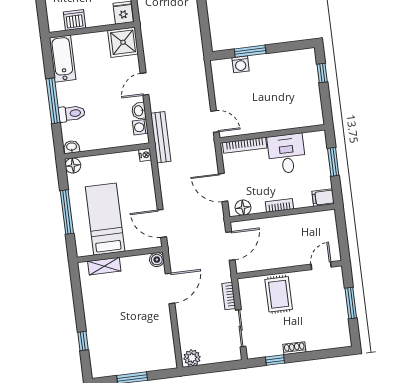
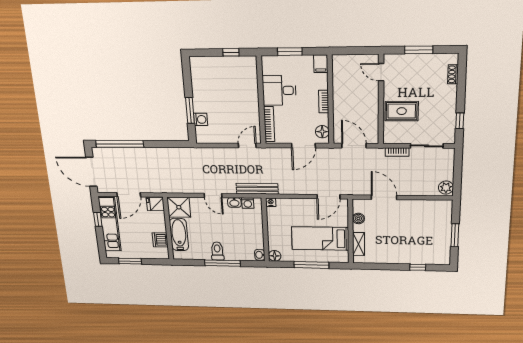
bathtub: (63, 59) -> (179, 235), moved, turned 90
window: (322, 73) -> (231, 52), moved
toilet: (72, 114) -> (217, 251), moved
boiler: (157, 260) -> (358, 218), moved
shoe rack: (294, 348) -> (453, 74), moved

